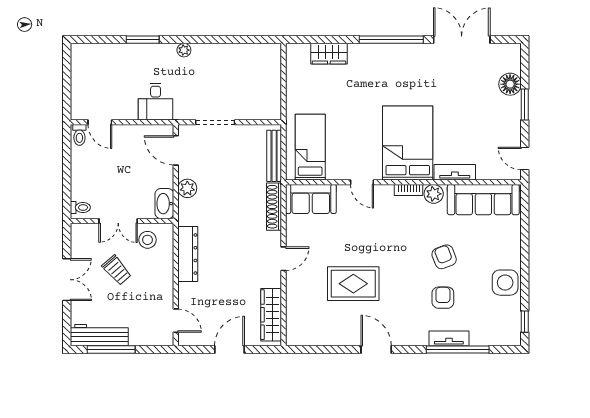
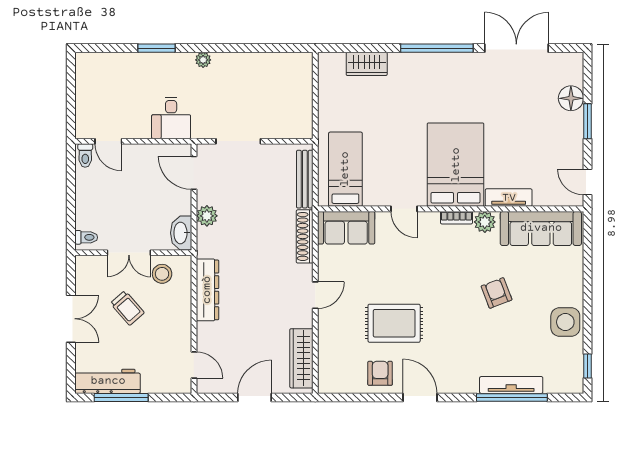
armchair: (443, 298) -> (380, 373), moved
tv unit: (449, 338) -> (511, 385), width x1.41

